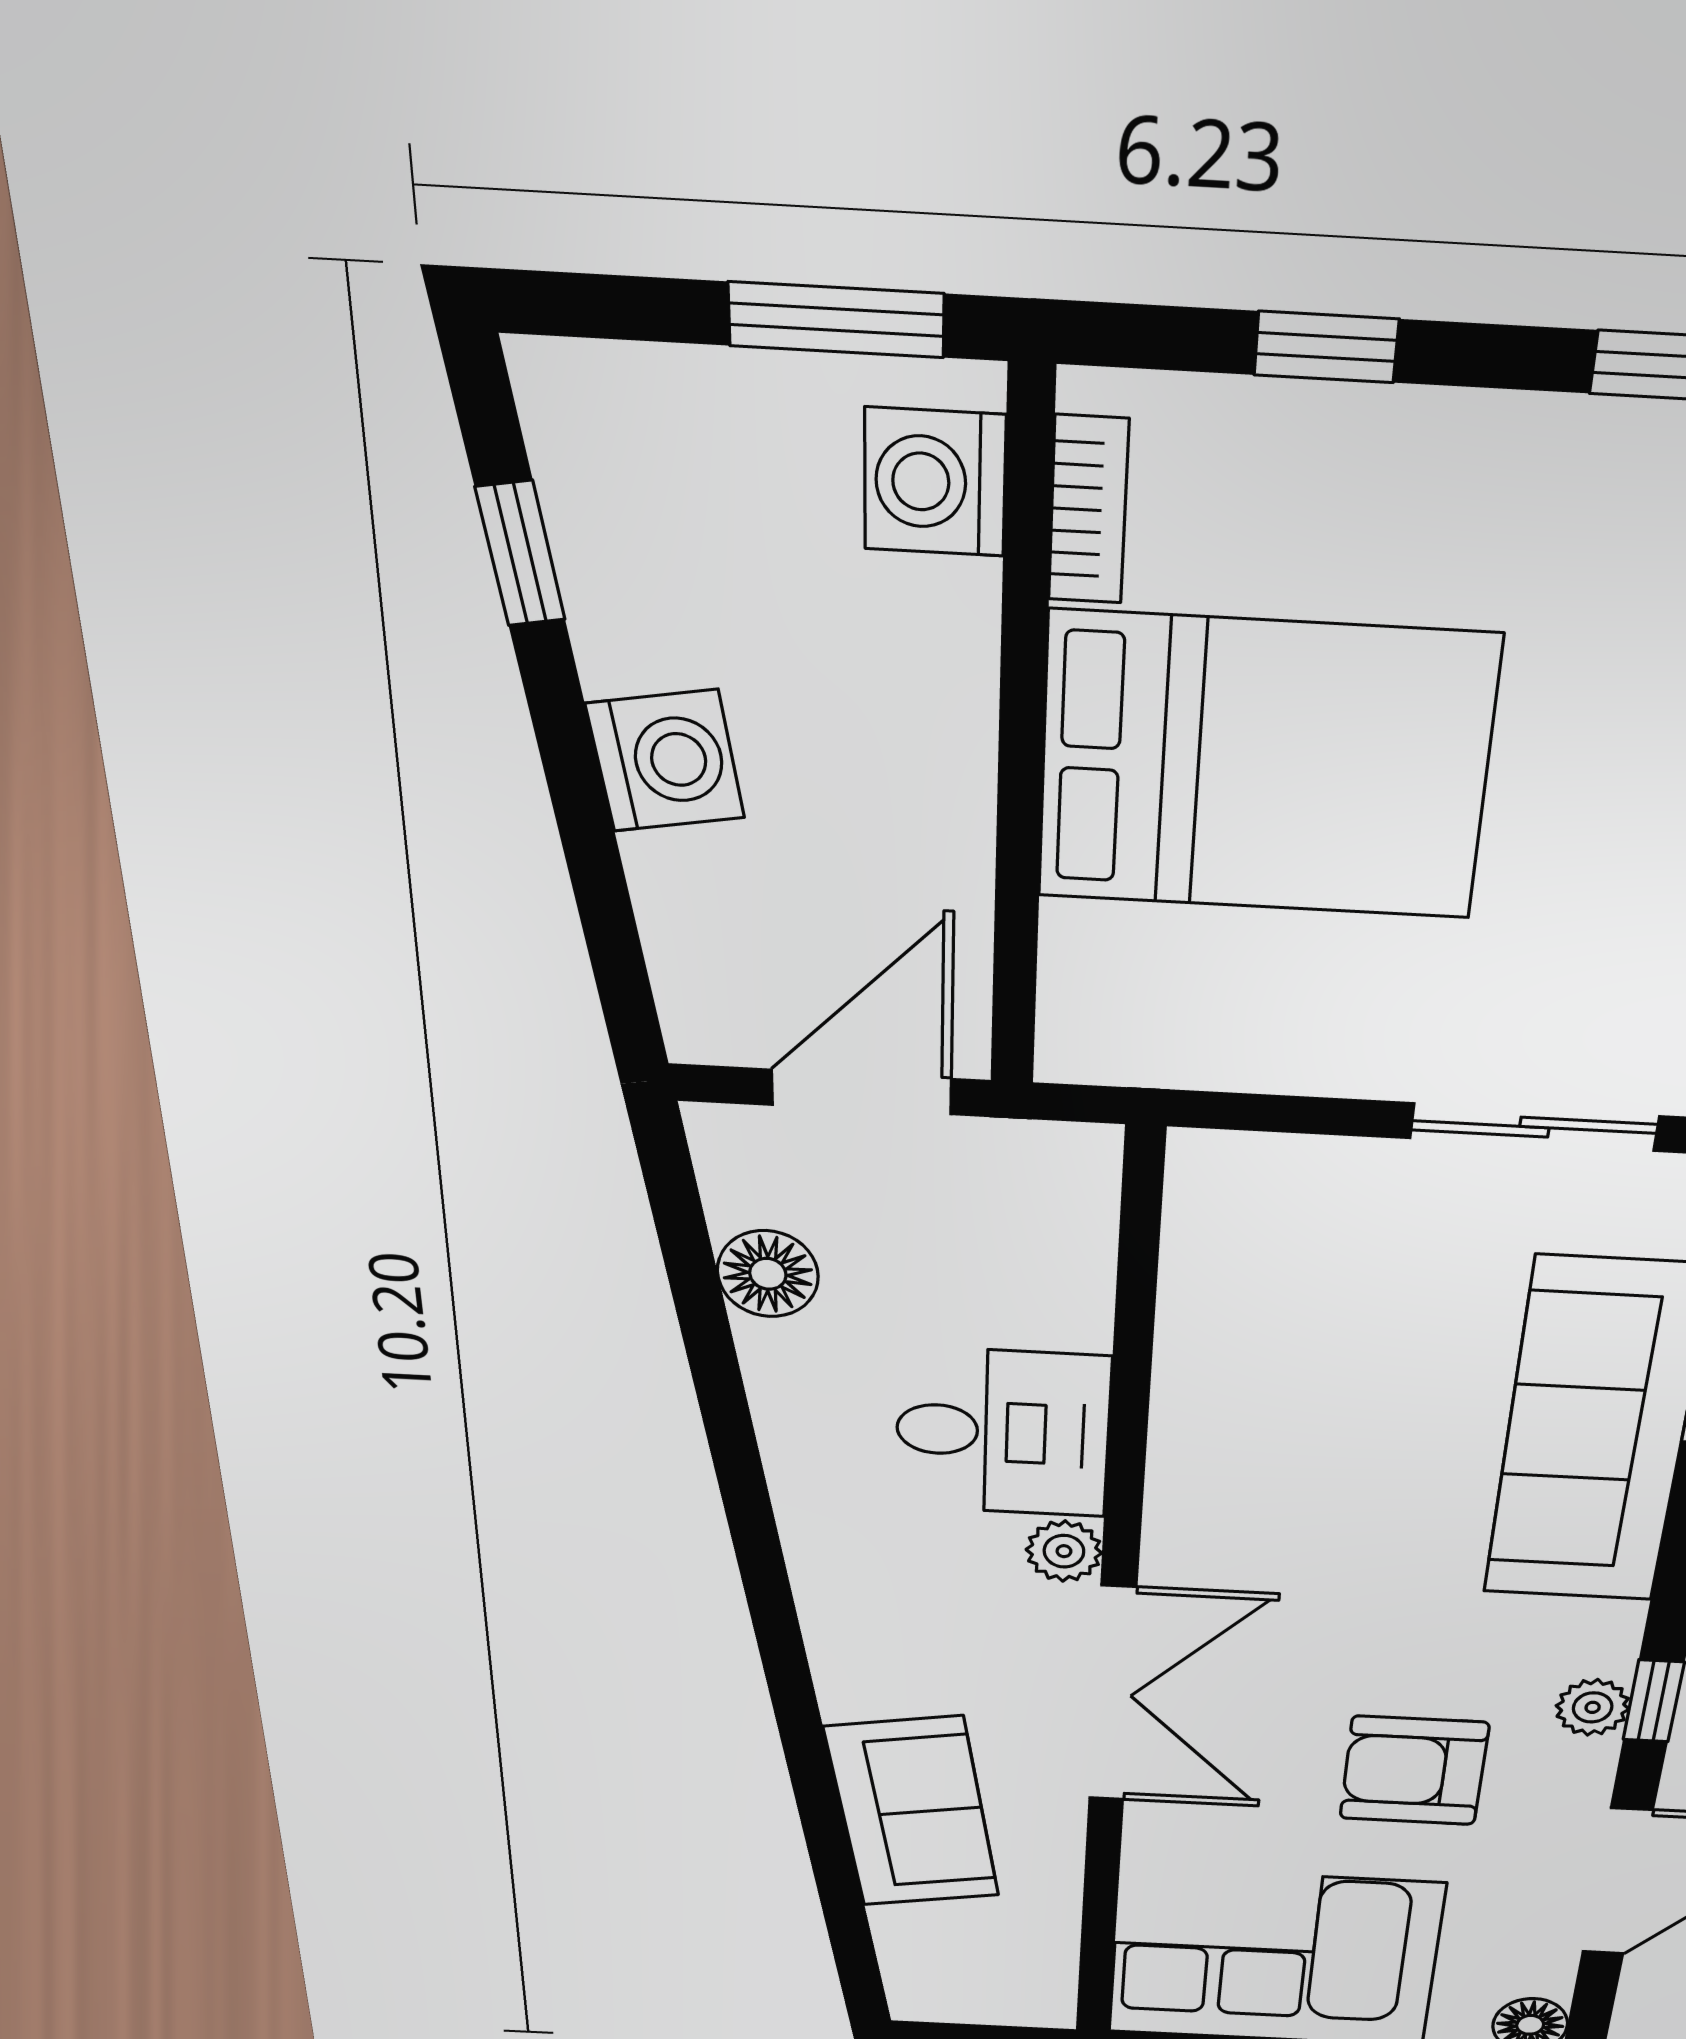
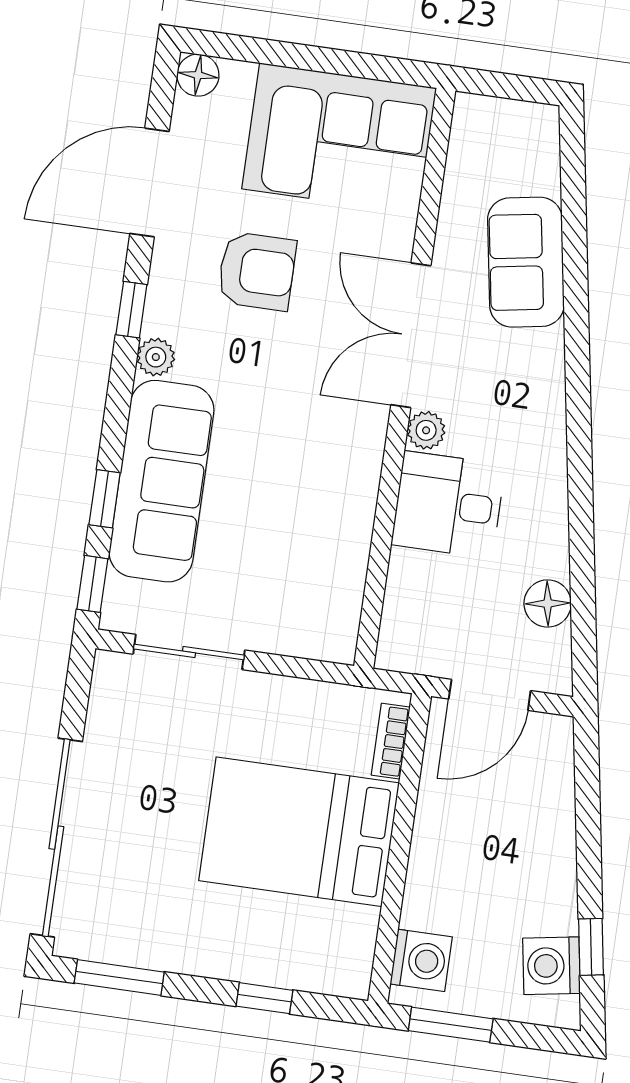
bookcase: (1088, 510) -> (391, 741), moved
washing machine: (665, 761) -> (552, 966), moved
plant: (1593, 1707) -> (156, 357), moved

